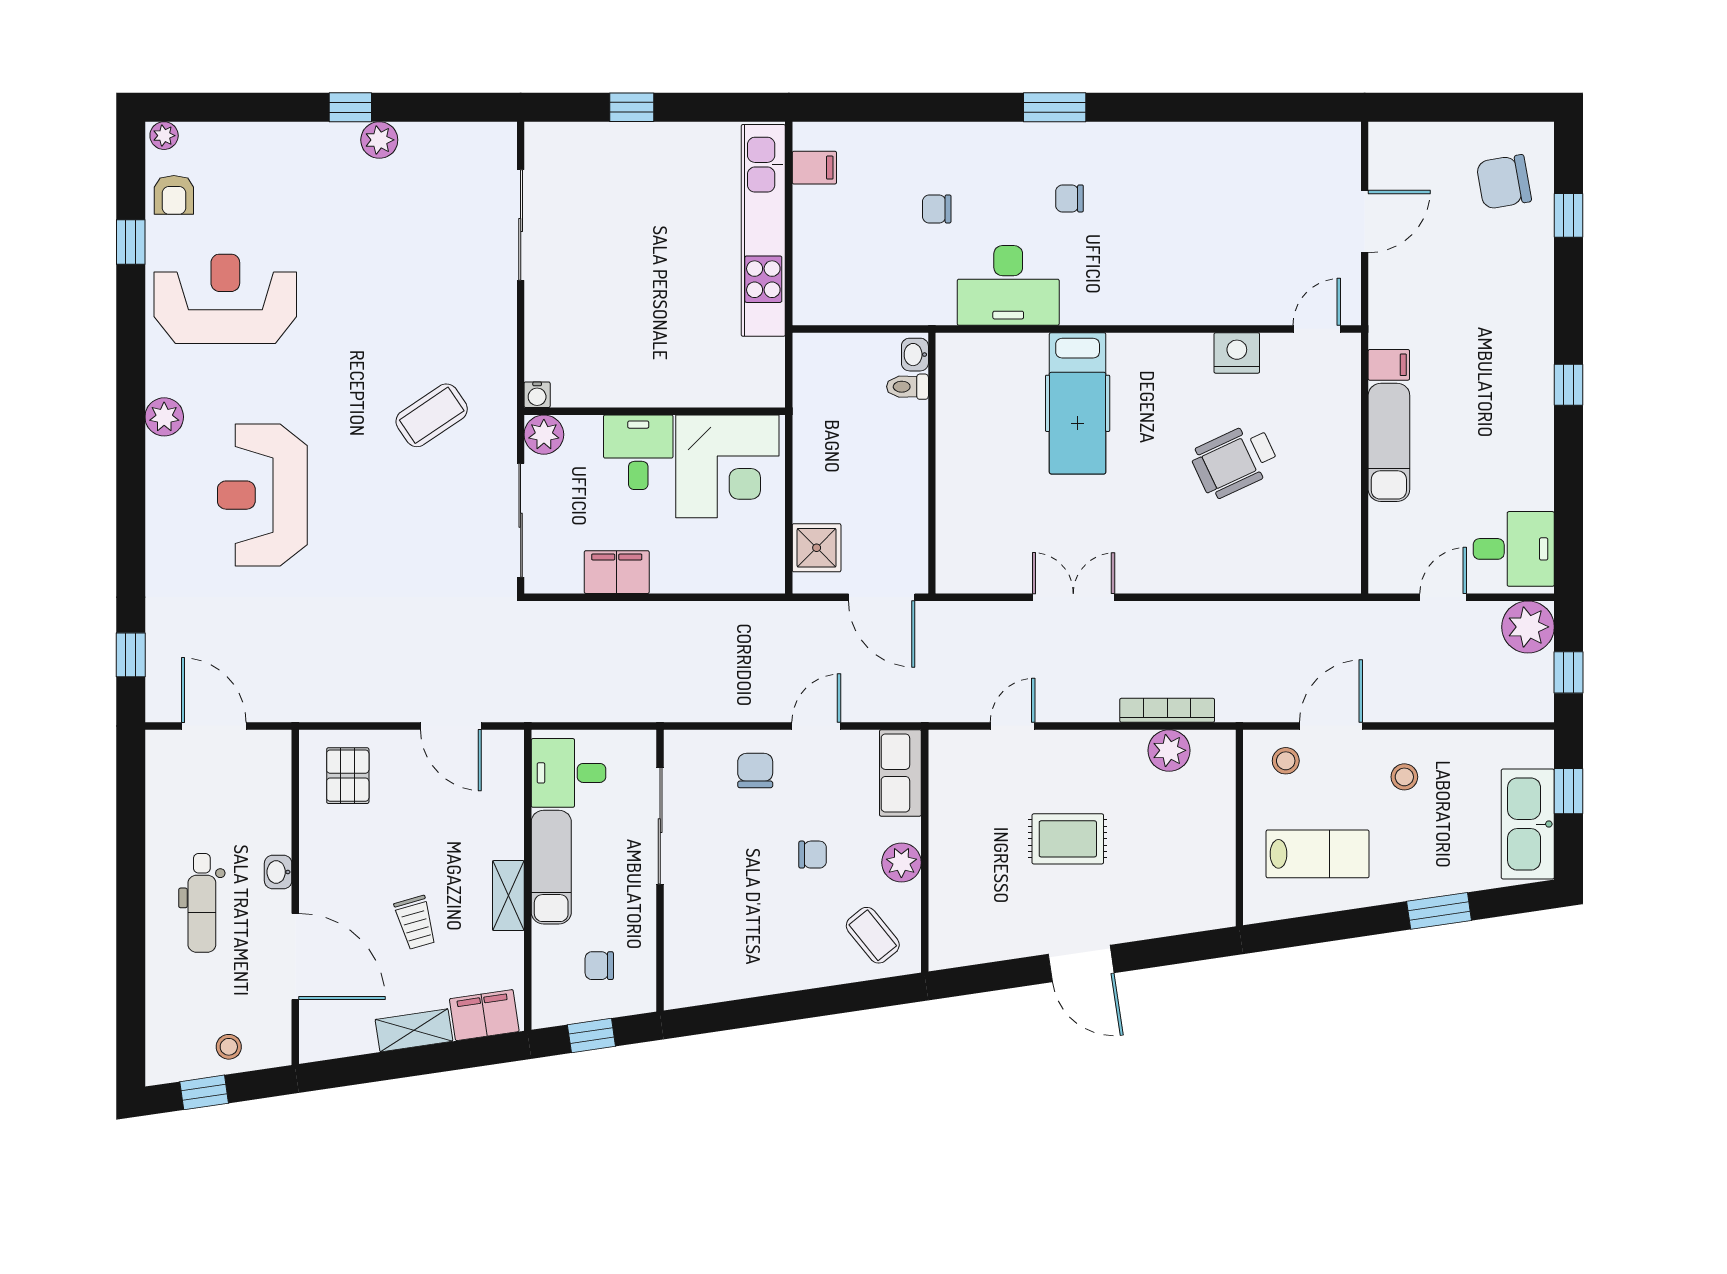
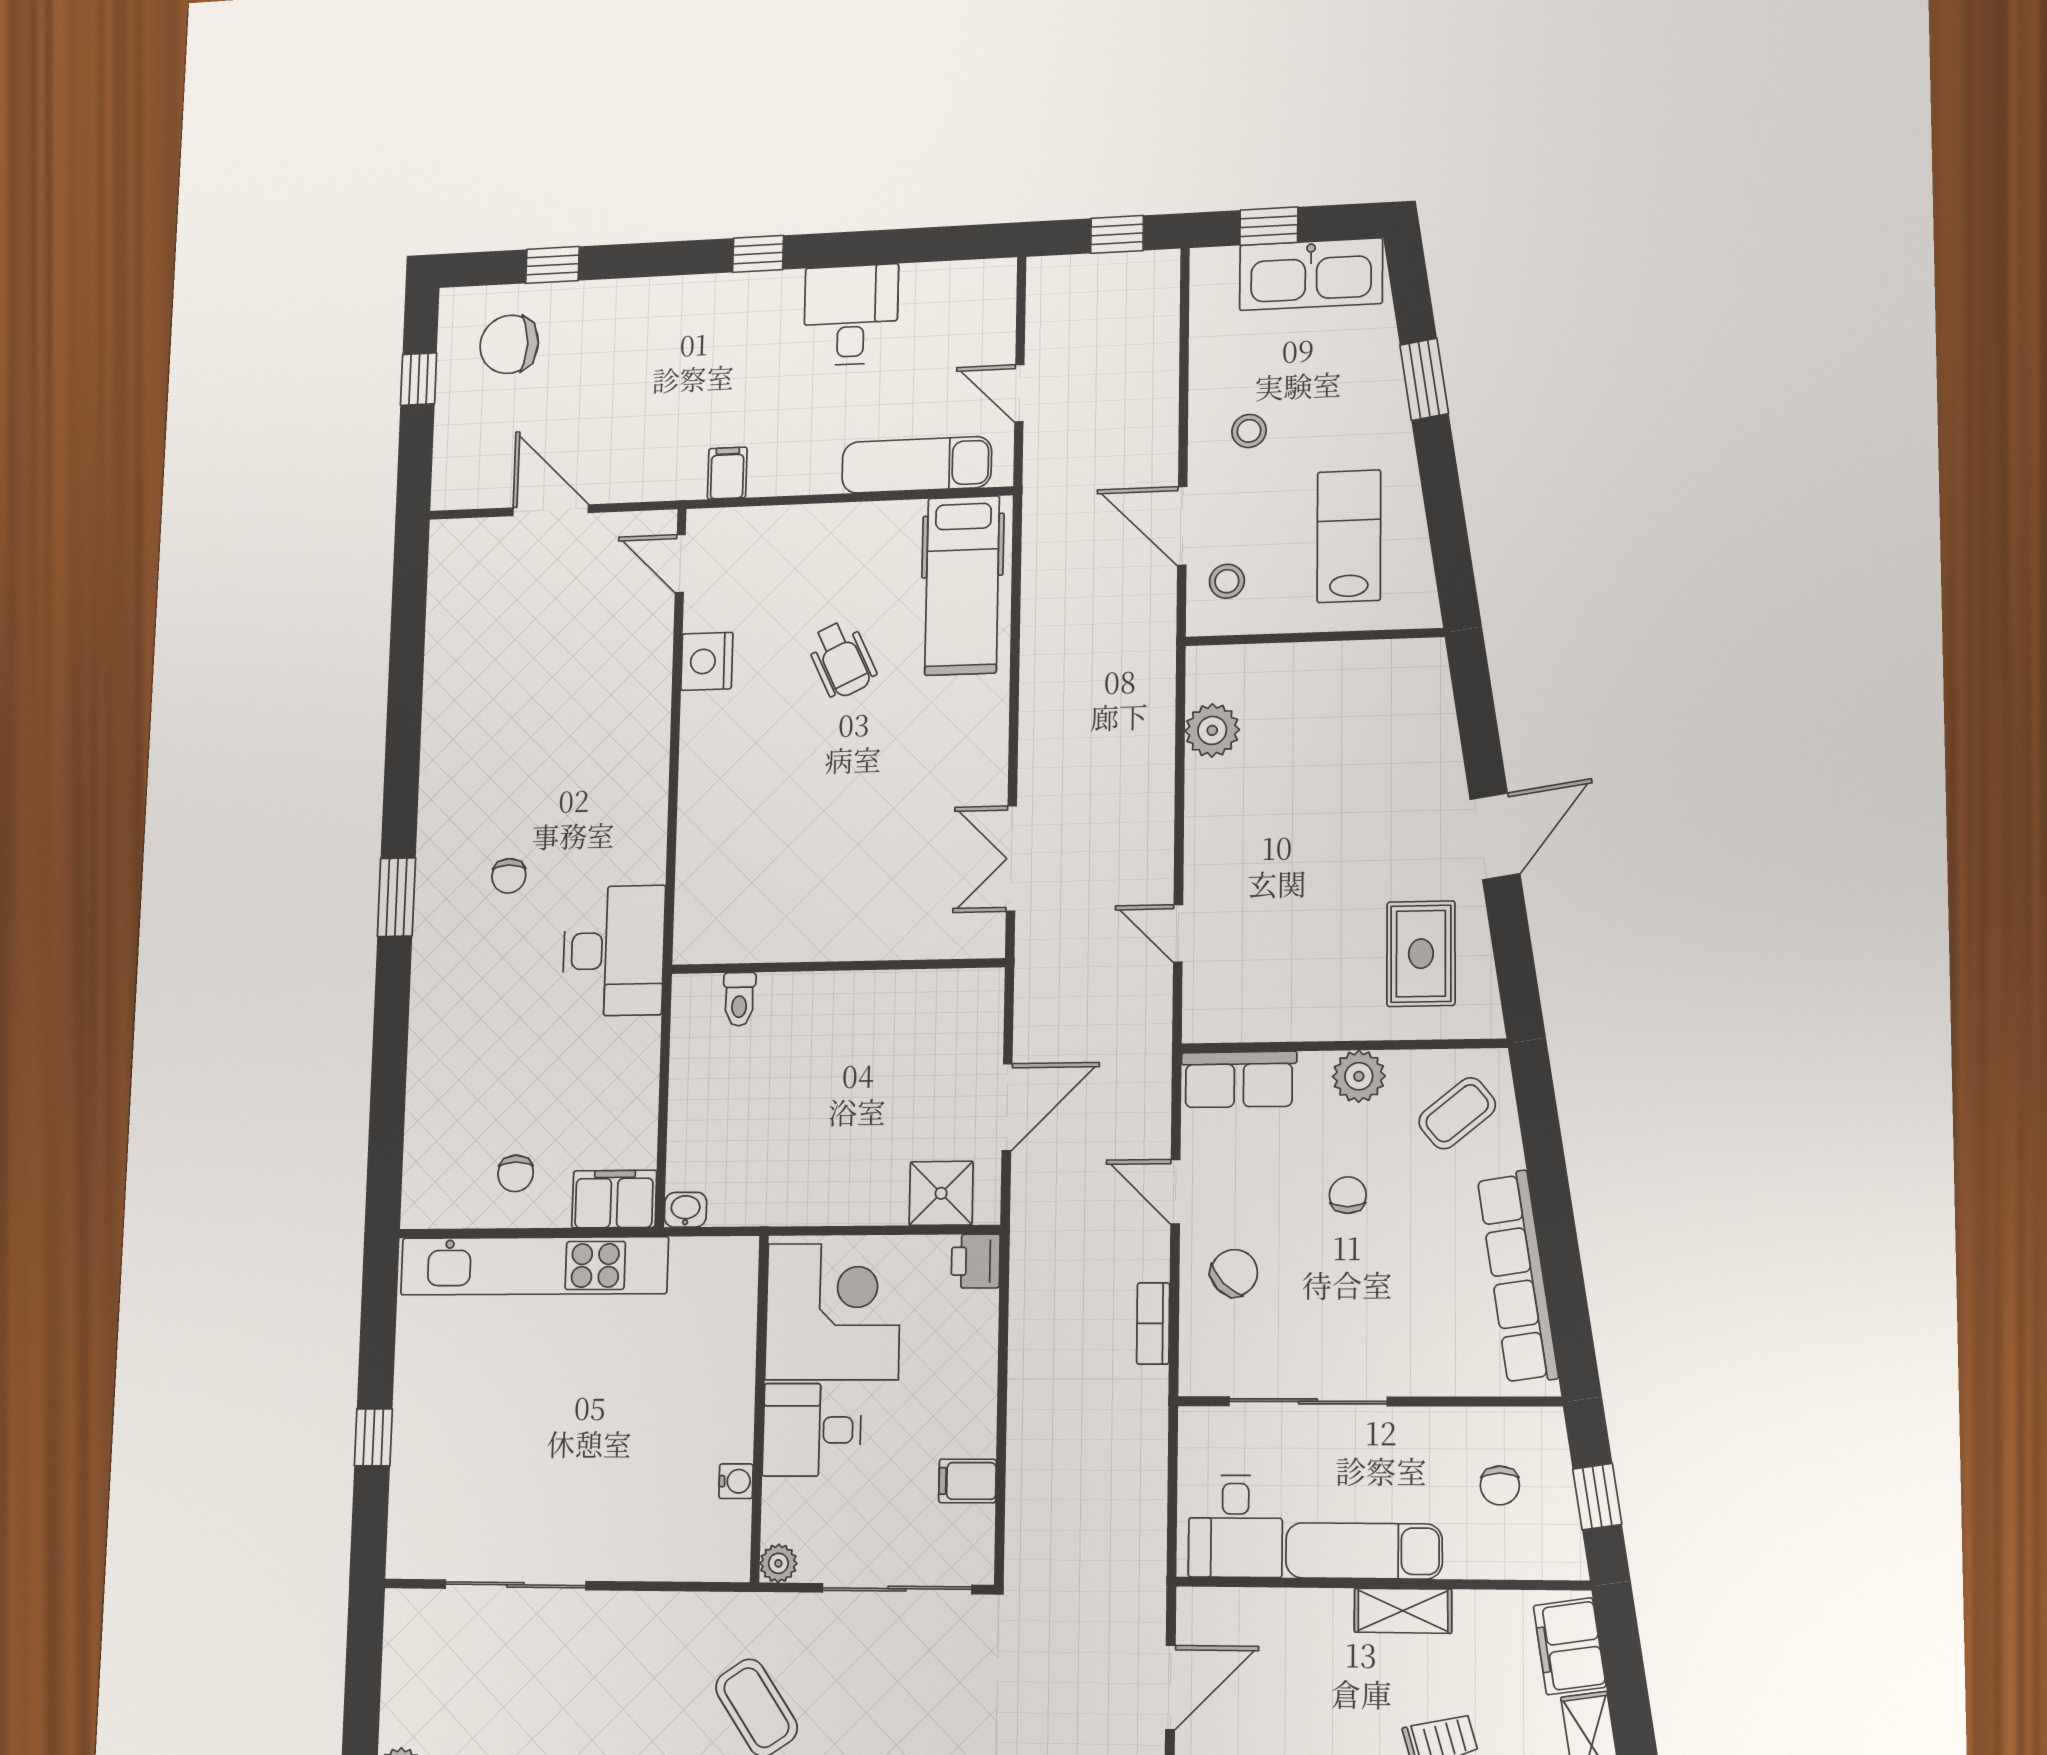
window: (1478, 107) -> (419, 379), added
filing cabinet: (814, 168) -> (614, 1199), moved, width x2.00
chair: (1504, 182) -> (509, 344), turned 100
chair: (937, 209) -> (516, 1173), moved
washbasin: (915, 355) -> (685, 1210), moved, turned 180
toilet: (907, 387) -> (739, 999), moved
water cooler: (537, 395) -> (736, 1481), moved
hospital bed: (1078, 403) -> (962, 585), moved, turned 90
plant: (544, 435) -> (778, 1563), width x0.73, depth x0.73
exam couch: (1389, 442) -> (917, 465), moved
wheelchair: (1235, 461) -> (842, 659), width x0.73, depth x0.73
wall: (932, 463) -> (837, 966), moved
desk: (1514, 549) -> (851, 315), moved
filing cabinet: (617, 572) -> (967, 1481), width x0.50
printer: (765, 575) -> (976, 1261), added
plant: (1528, 627) -> (1059, 287), removed
bookcase: (1167, 710) -> (1153, 1323), moved, width x0.64
chair: (755, 771) -> (1234, 1273), turned 136
rug: (1068, 839) -> (1421, 954), moved
row of seats: (751, 979) -> (1518, 1277), added

